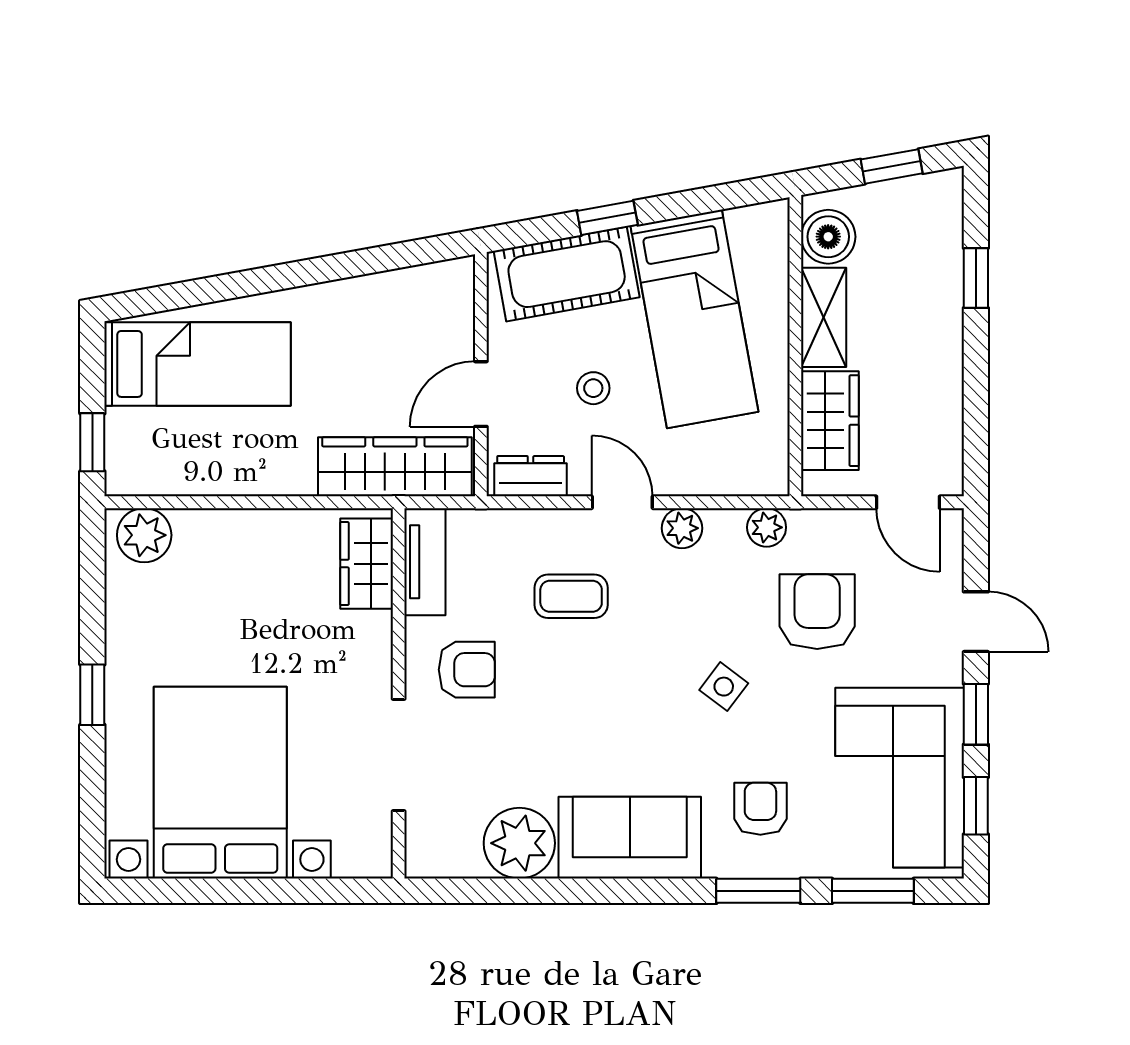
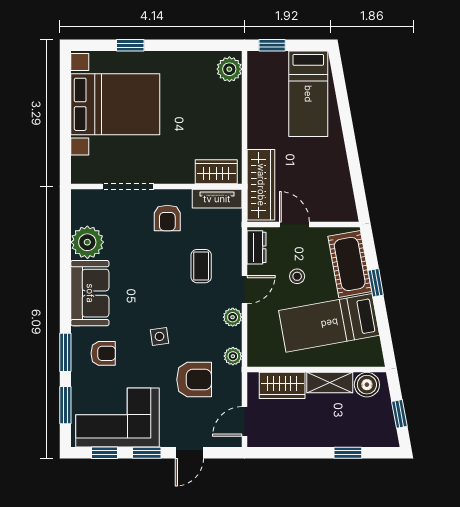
side table: (724, 687) -> (159, 336), turned 45
window: (92, 695) -> (130, 45), moved

